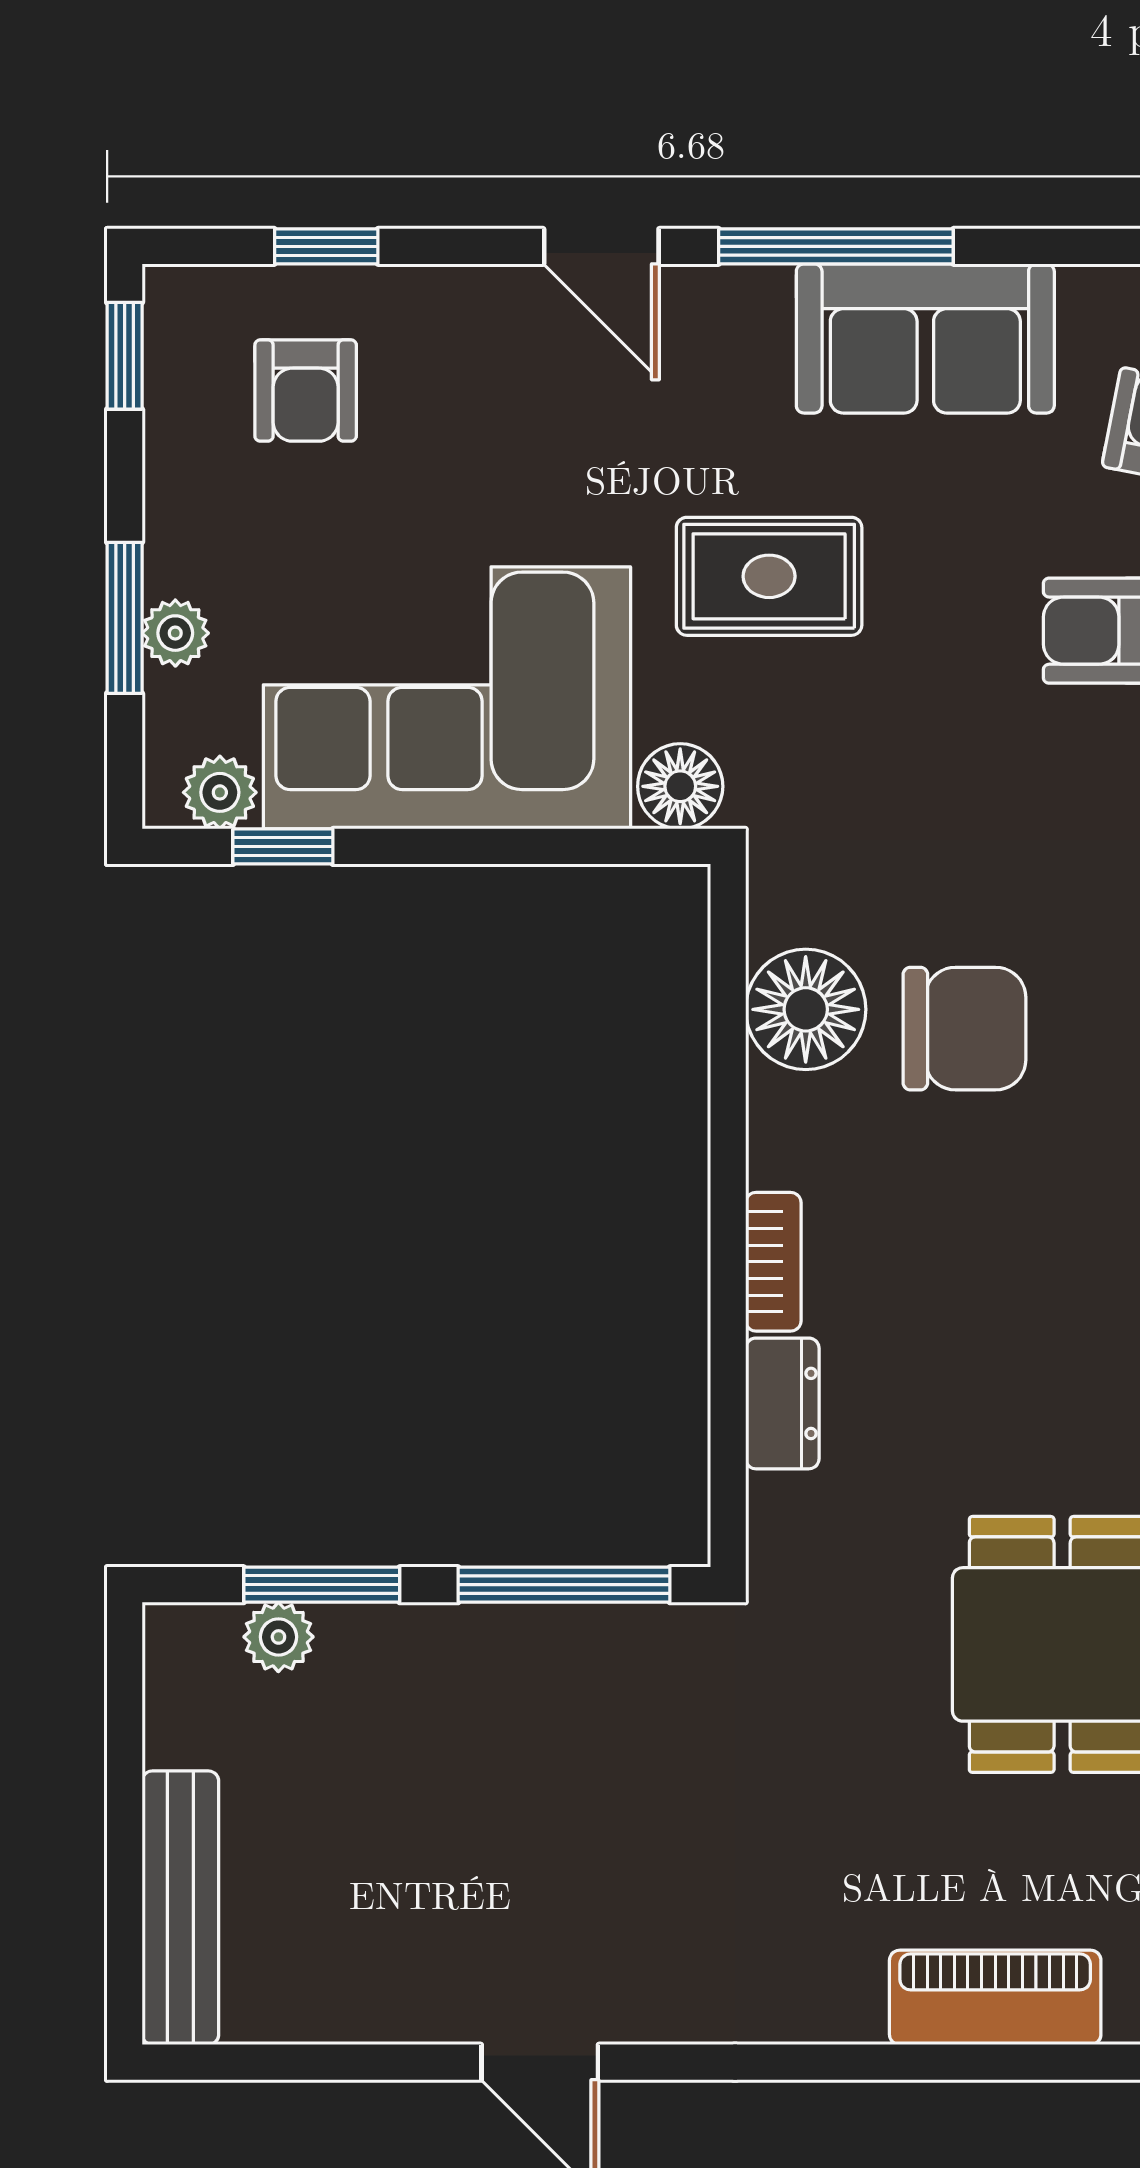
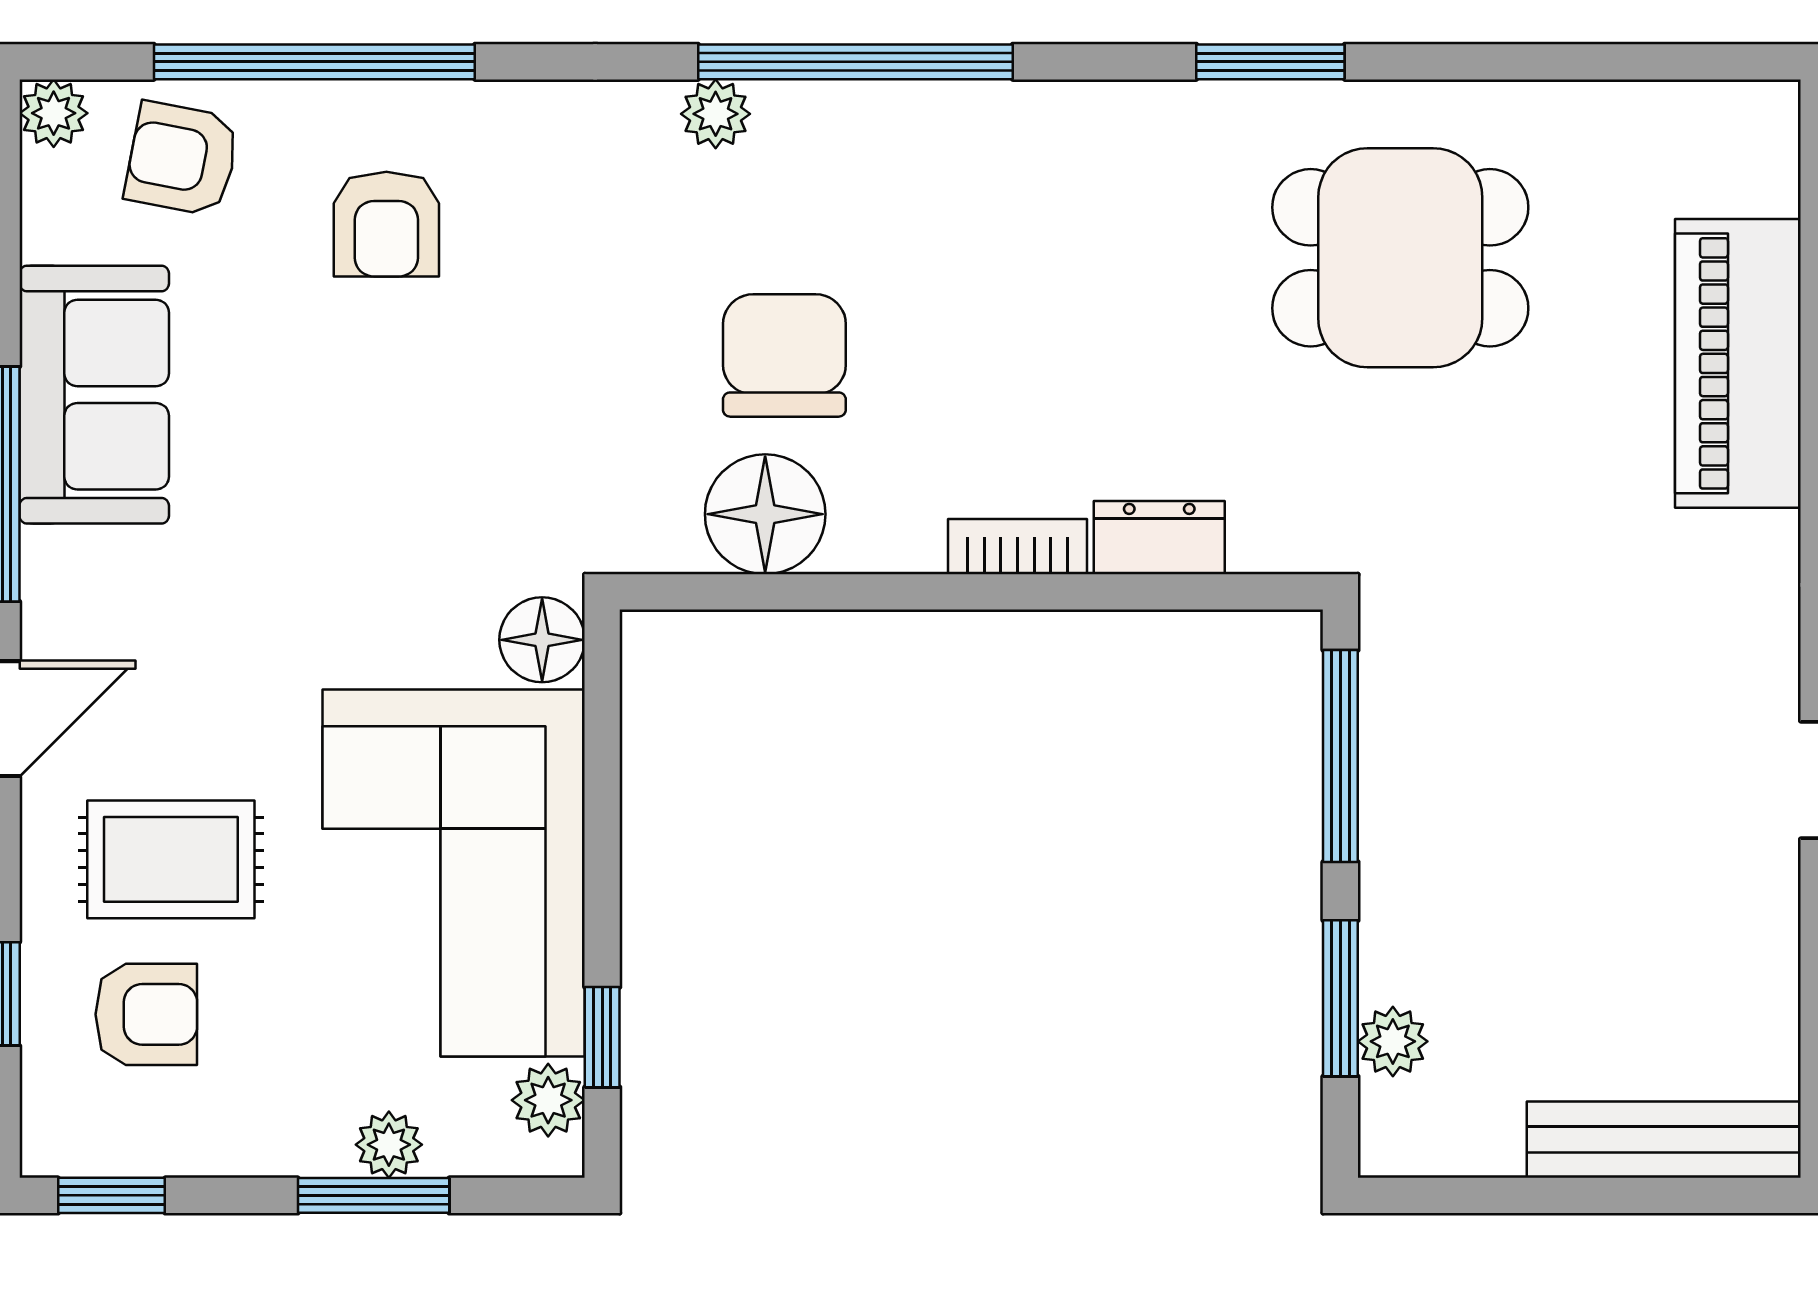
rug: (769, 576) -> (171, 859), moved, turned 90
piano: (995, 1997) -> (1738, 363), width x1.37, depth x1.33

